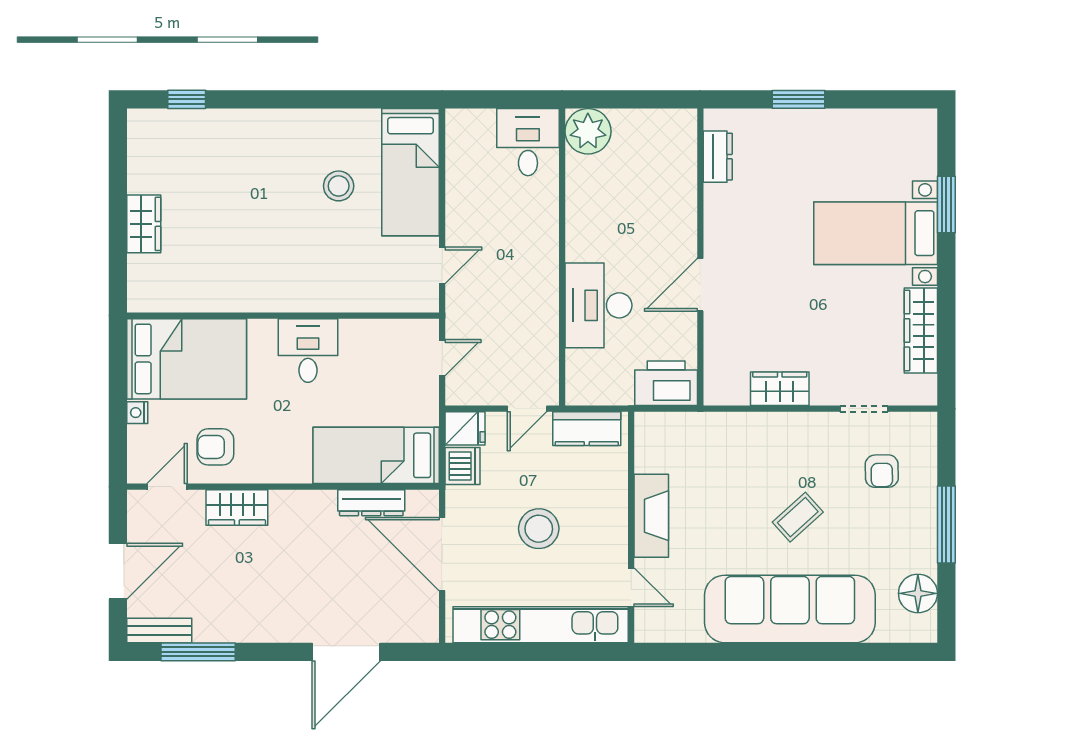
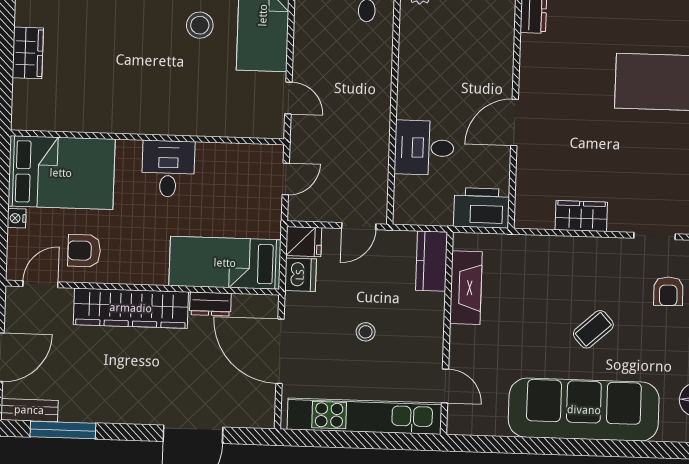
door: (442, 265) -> (288, 98), hinge flipped
desk: (599, 305) -> (424, 148), width x0.73
kitchen counter: (587, 429) -> (432, 261), moved, turned 90
dresser: (371, 503) -> (210, 304), width x0.70
wardrobe: (237, 508) -> (131, 308), width x2.10, depth x1.17
fireplace: (651, 516) -> (466, 288), moved
stool: (539, 529) -> (366, 332), width x0.53, depth x0.53

